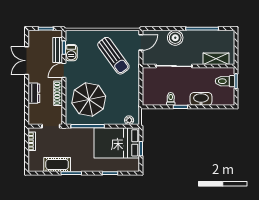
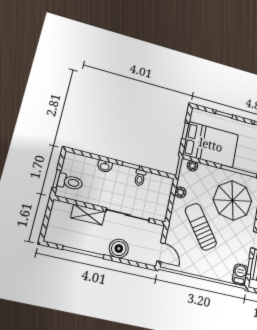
door: (141, 42) -> (161, 252), swing flipped
barbecue: (71, 53) -> (240, 274), moved
sun lounger: (113, 56) -> (201, 227), moved
shelving: (216, 59) -> (88, 215), moved
plant: (135, 95) -> (180, 192), added
washbasin: (201, 99) -> (105, 166), width x0.52, depth x0.69

